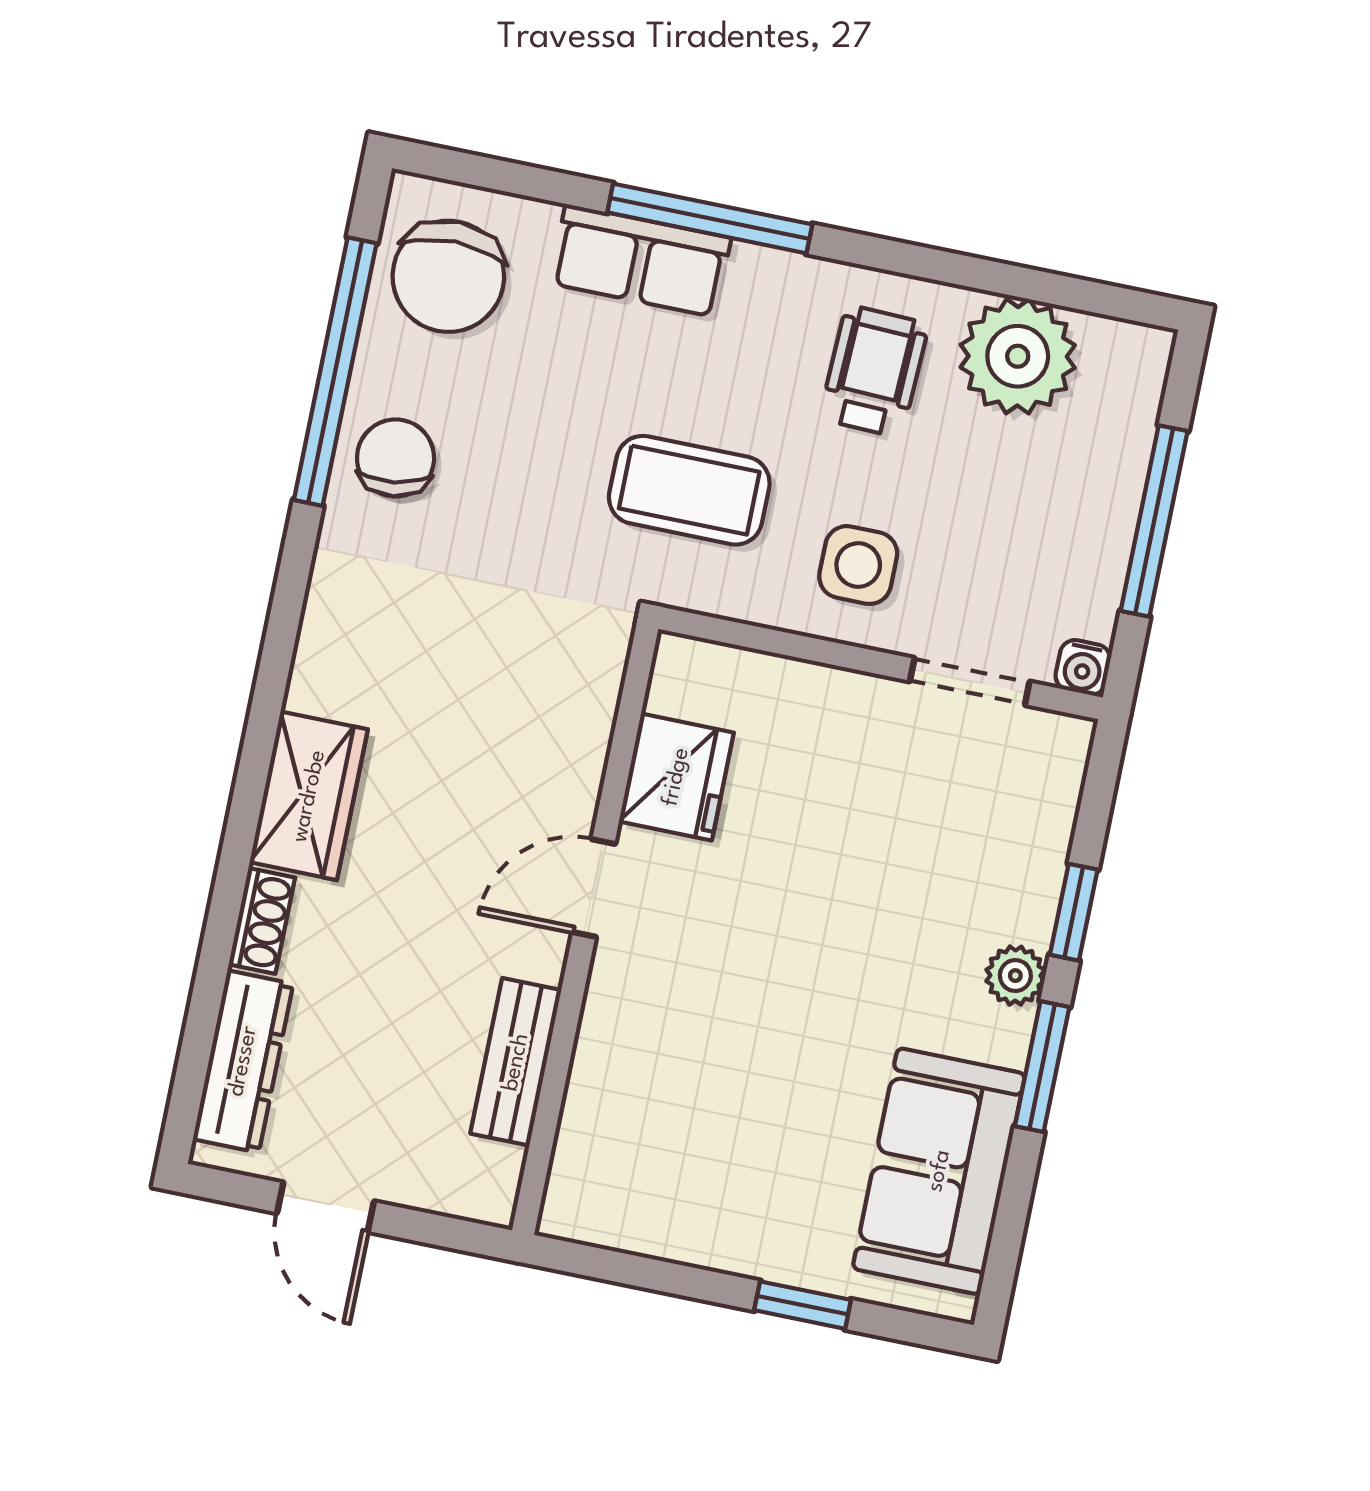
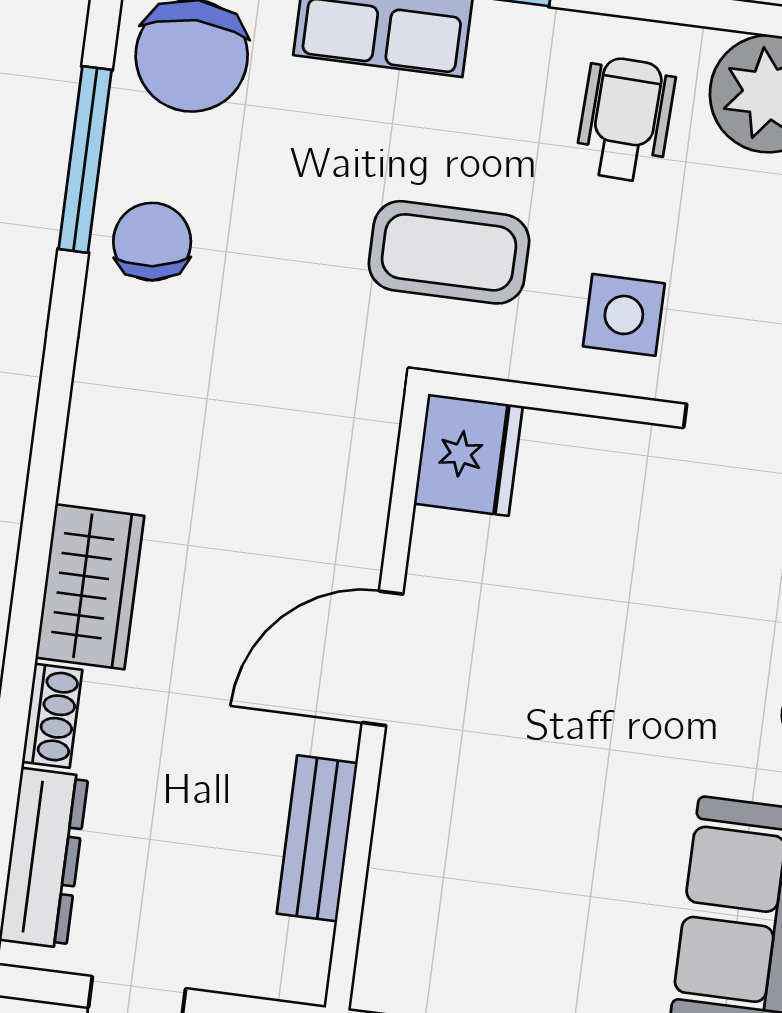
window: (335, 372) -> (85, 159), width x0.68
fridge: (676, 777) -> (468, 455), moved
door: (594, 888) -> (383, 658), width x1.38

